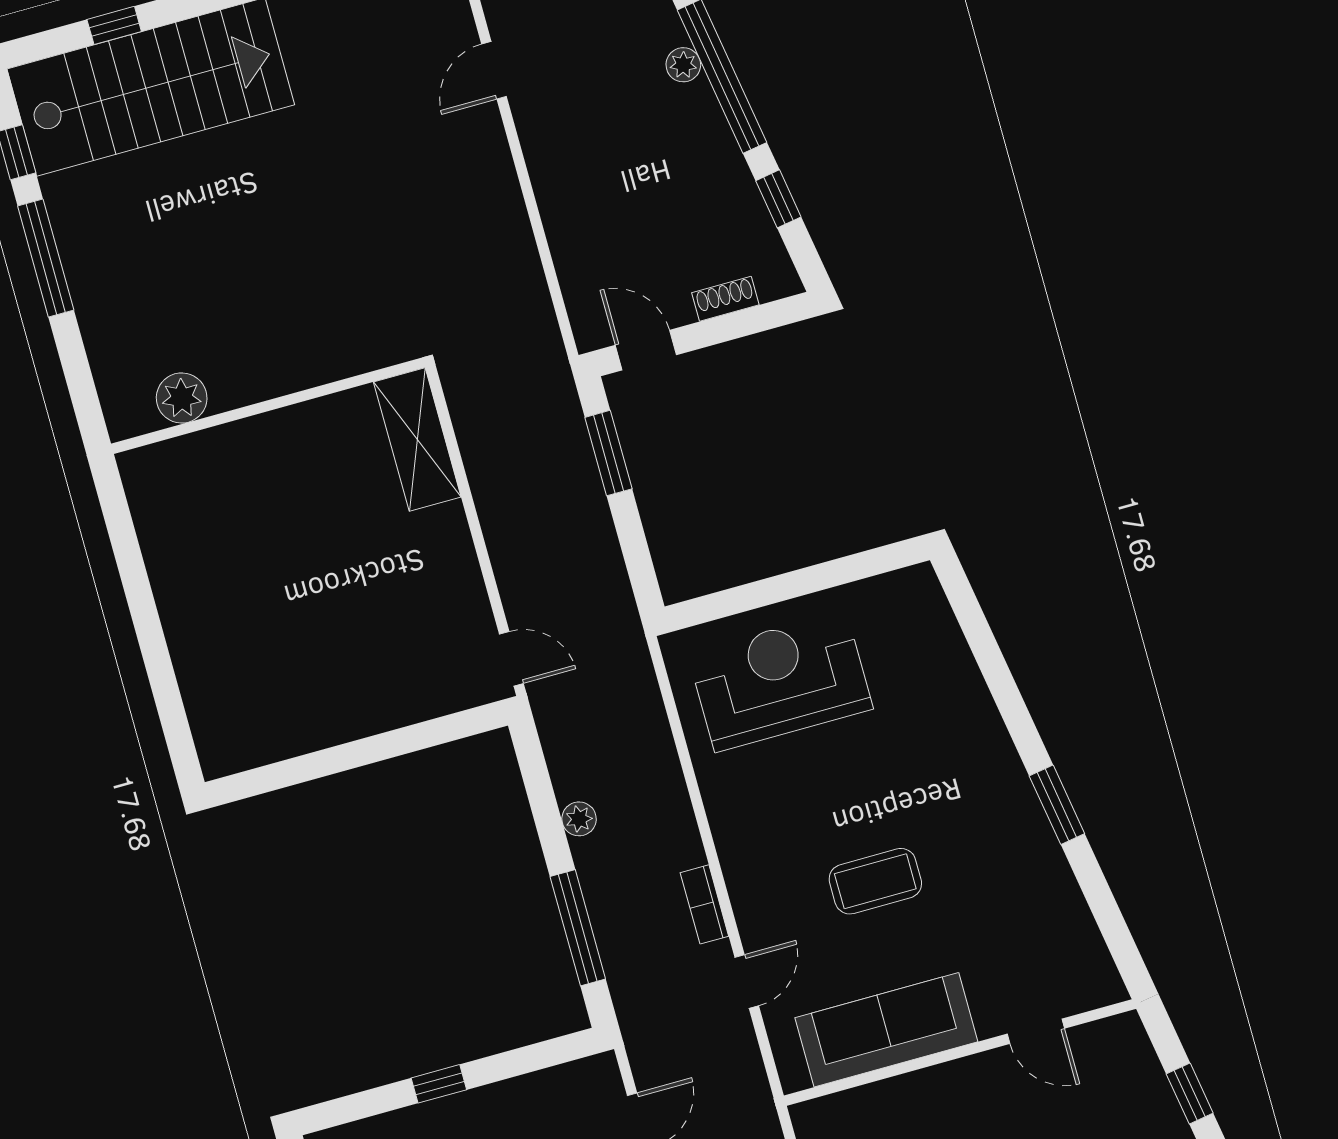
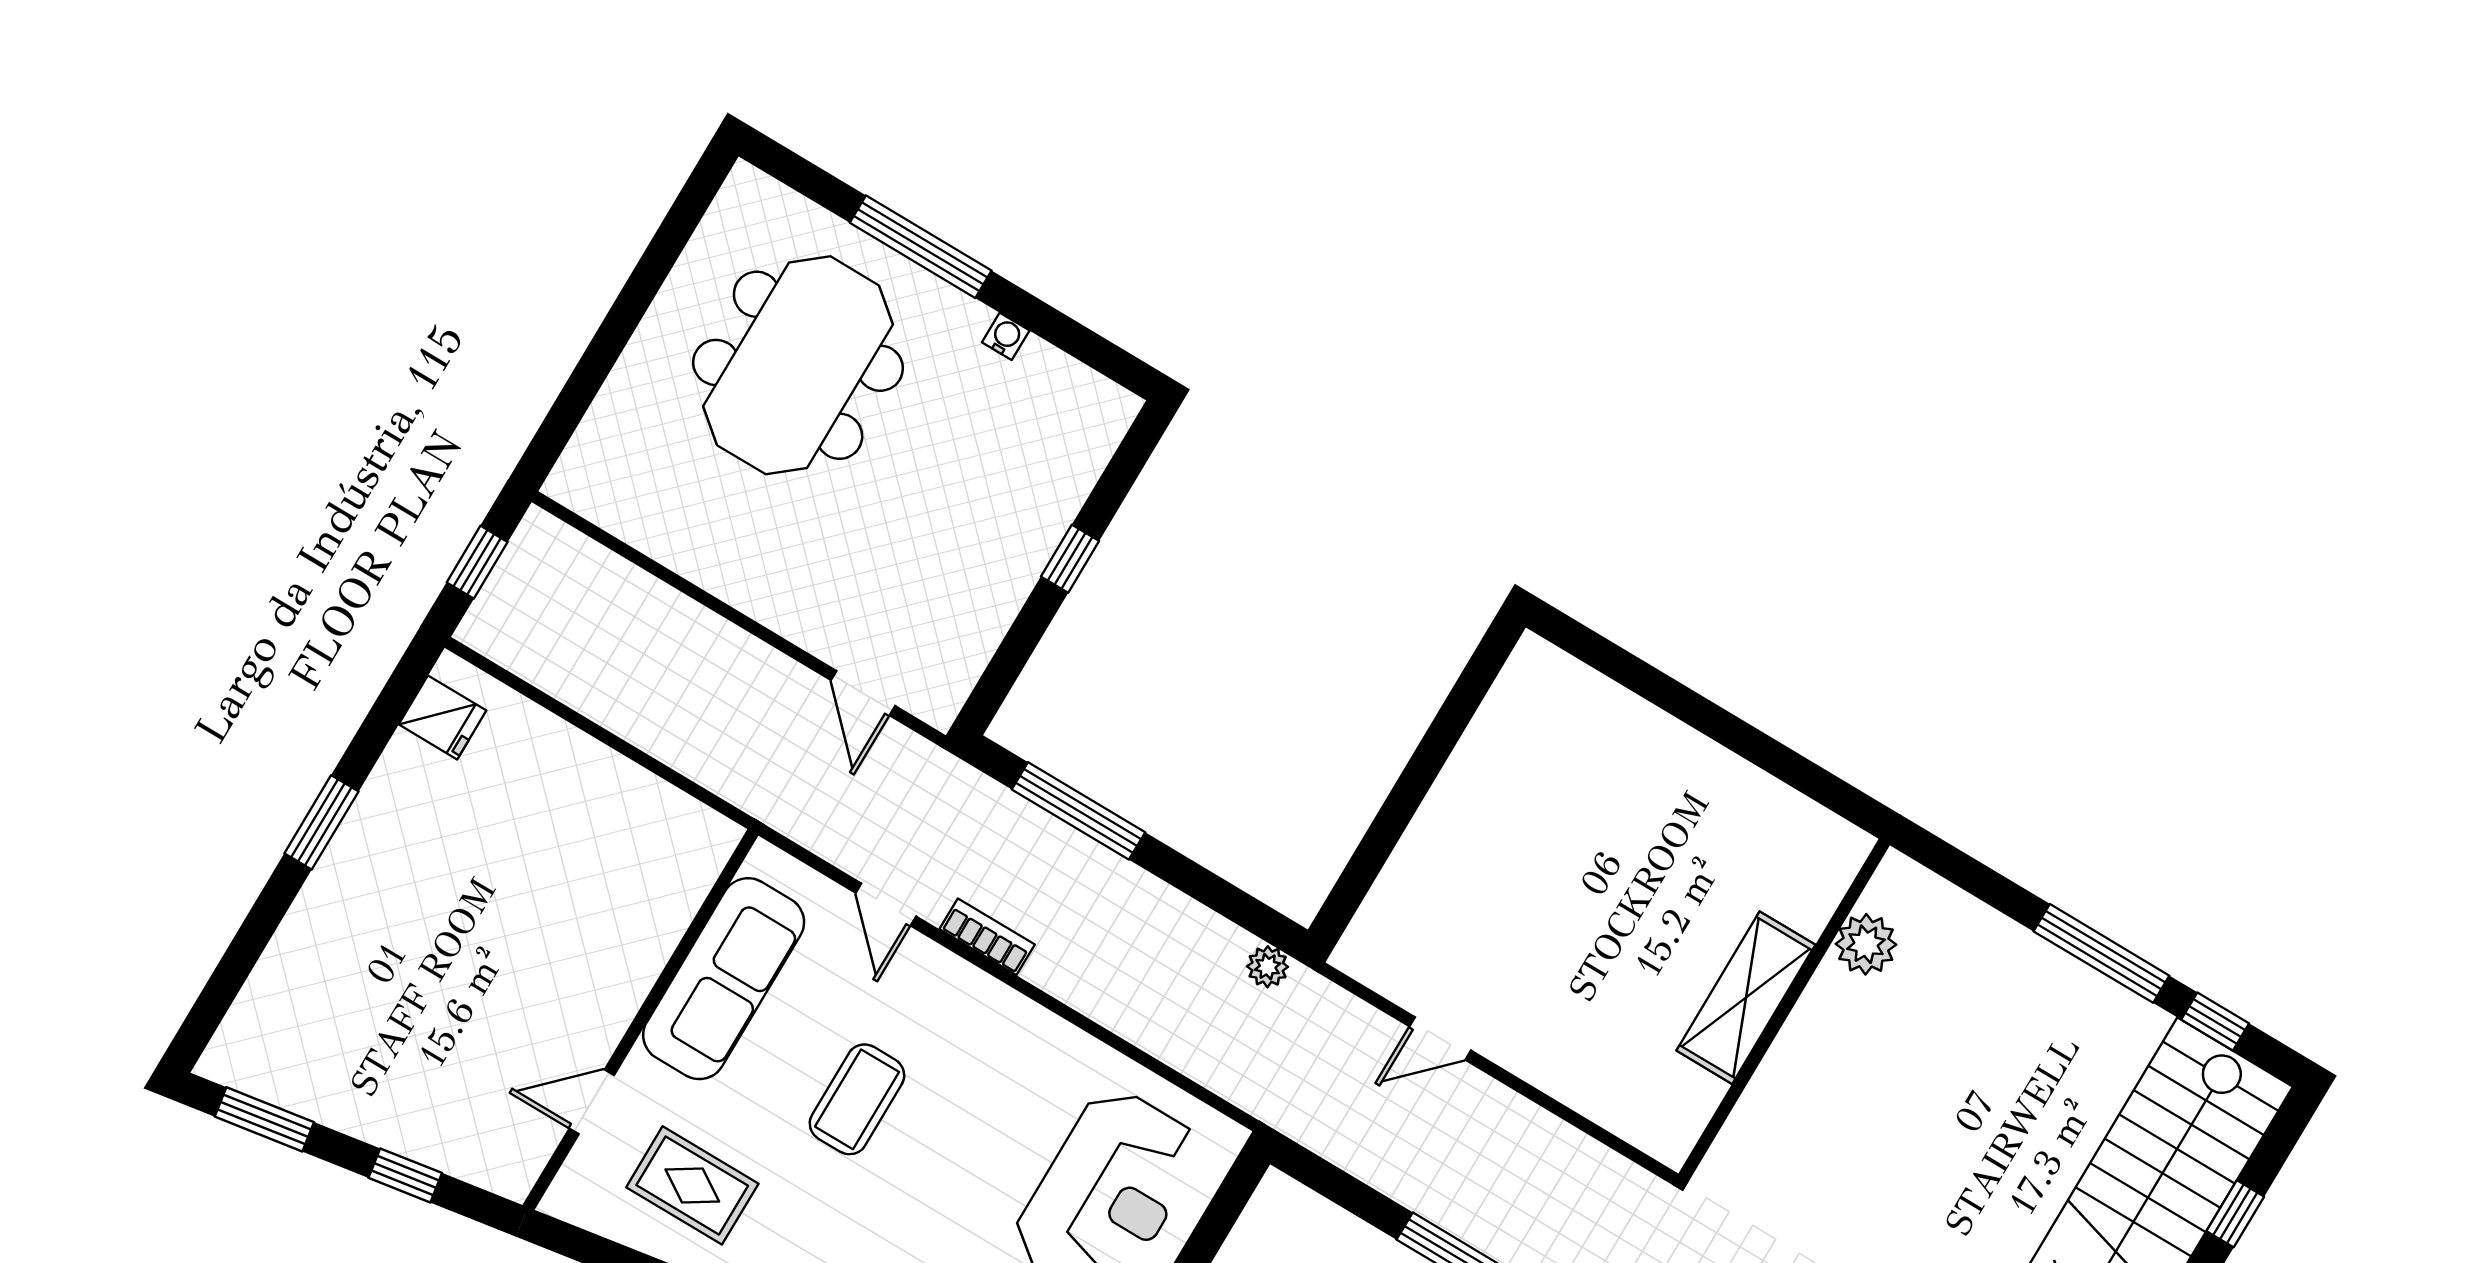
shelving: (417, 440) -> (1746, 998), moved, turned 90
door: (511, 659) -> (1440, 1038), moved
plant: (579, 819) -> (1268, 967), moved
rug: (1023, 924) -> (692, 1185), added

